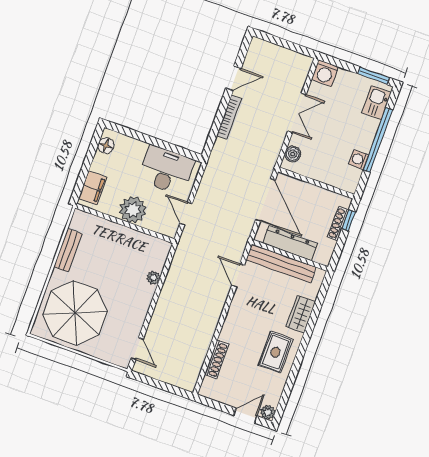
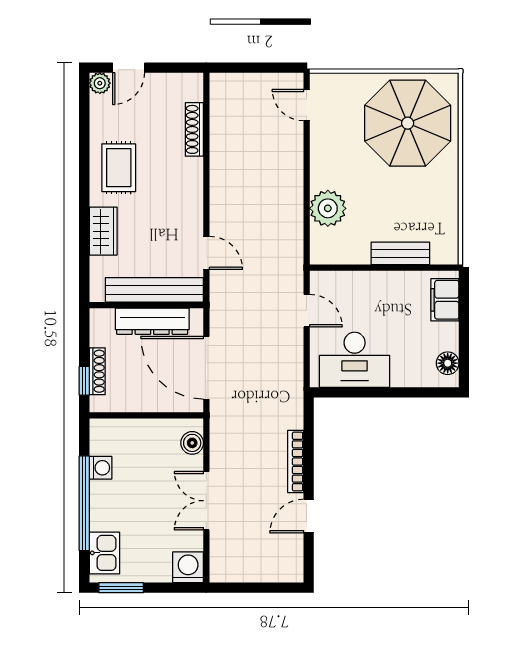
plant: (133, 210) -> (380, 290), removed
bench: (68, 250) -> (400, 253), moved, turned 90
plant: (153, 278) -> (328, 208), width x1.87, depth x1.87

